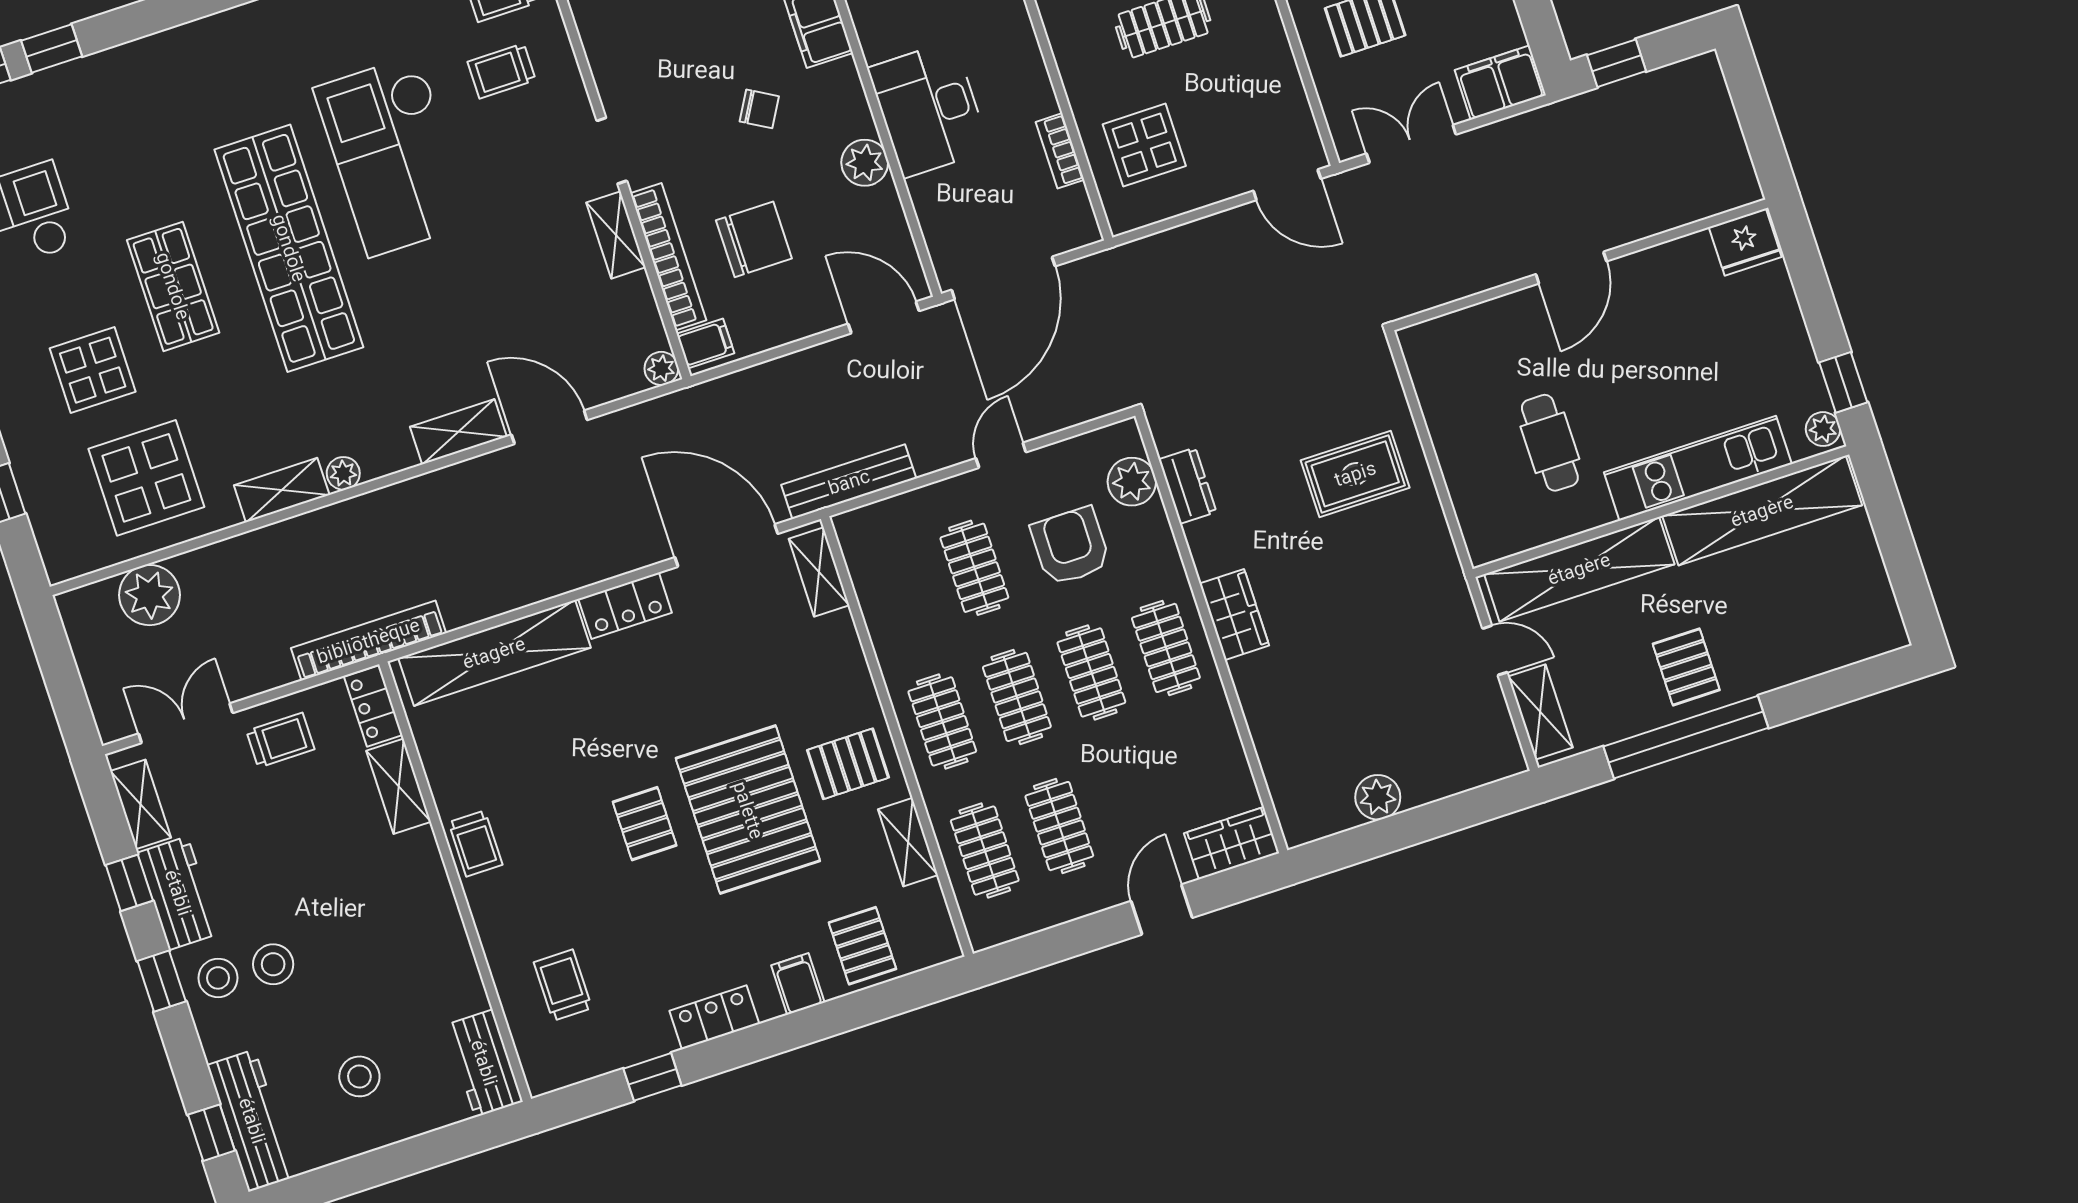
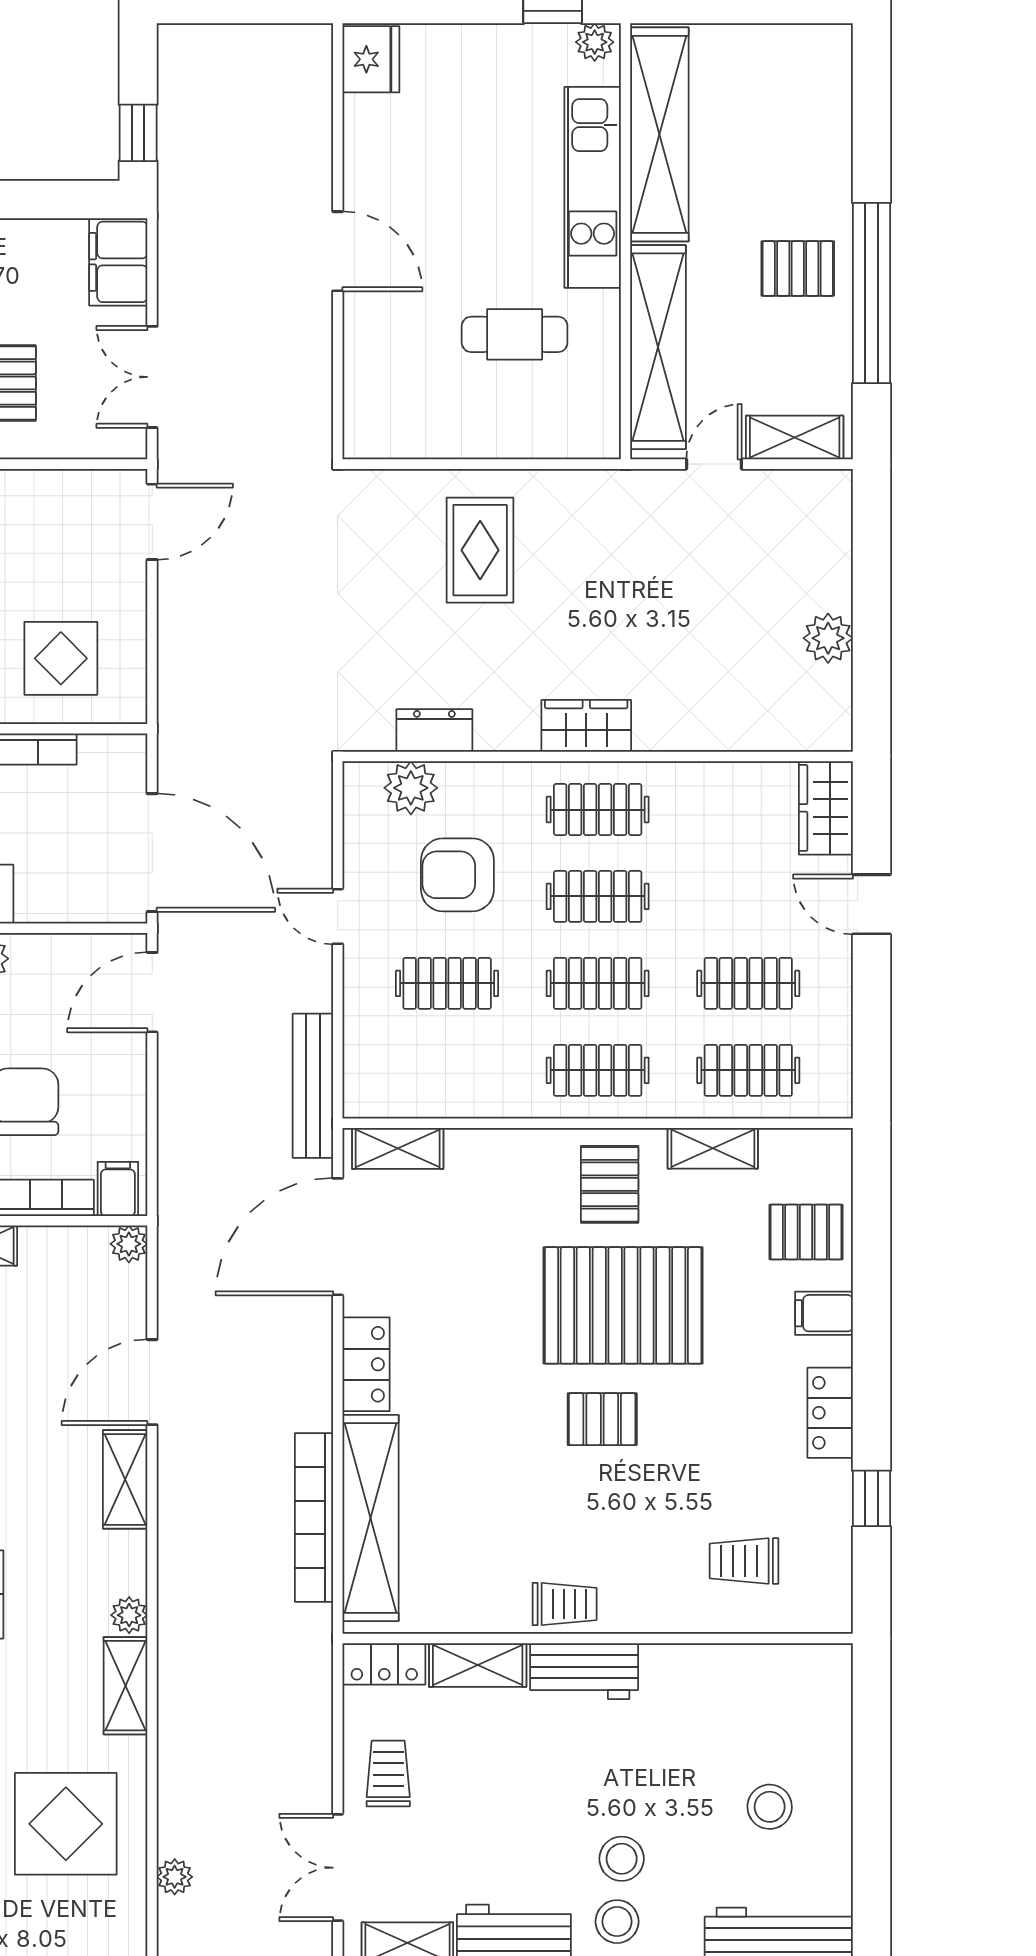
plant: (149, 595) -> (175, 1877), width x0.53, depth x0.53
bookcase: (368, 641) -> (314, 1517), moved
workbench: (484, 1063) -> (584, 1671), moved

